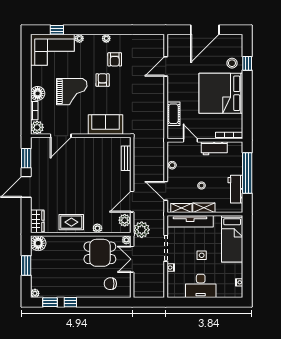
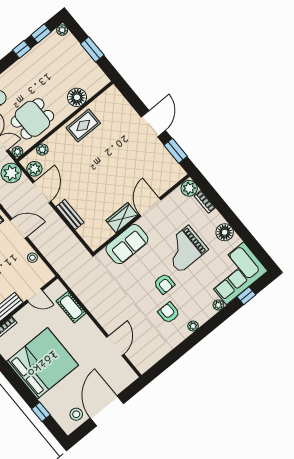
stool: (232, 63) -> (76, 414), moved
floor lamp: (38, 93) -> (225, 232), moved
door: (61, 136) -> (150, 207), moved
bench: (126, 158) -> (70, 215), moved
wardrobe: (37, 221) -> (122, 218), moved, turned 90
plant: (97, 228) -> (42, 150), moved
floor lamp: (38, 243) -> (77, 97), moved

